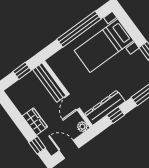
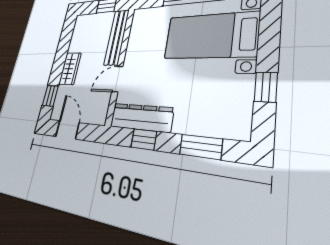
plant: (82, 127) -> (100, 117), removed

